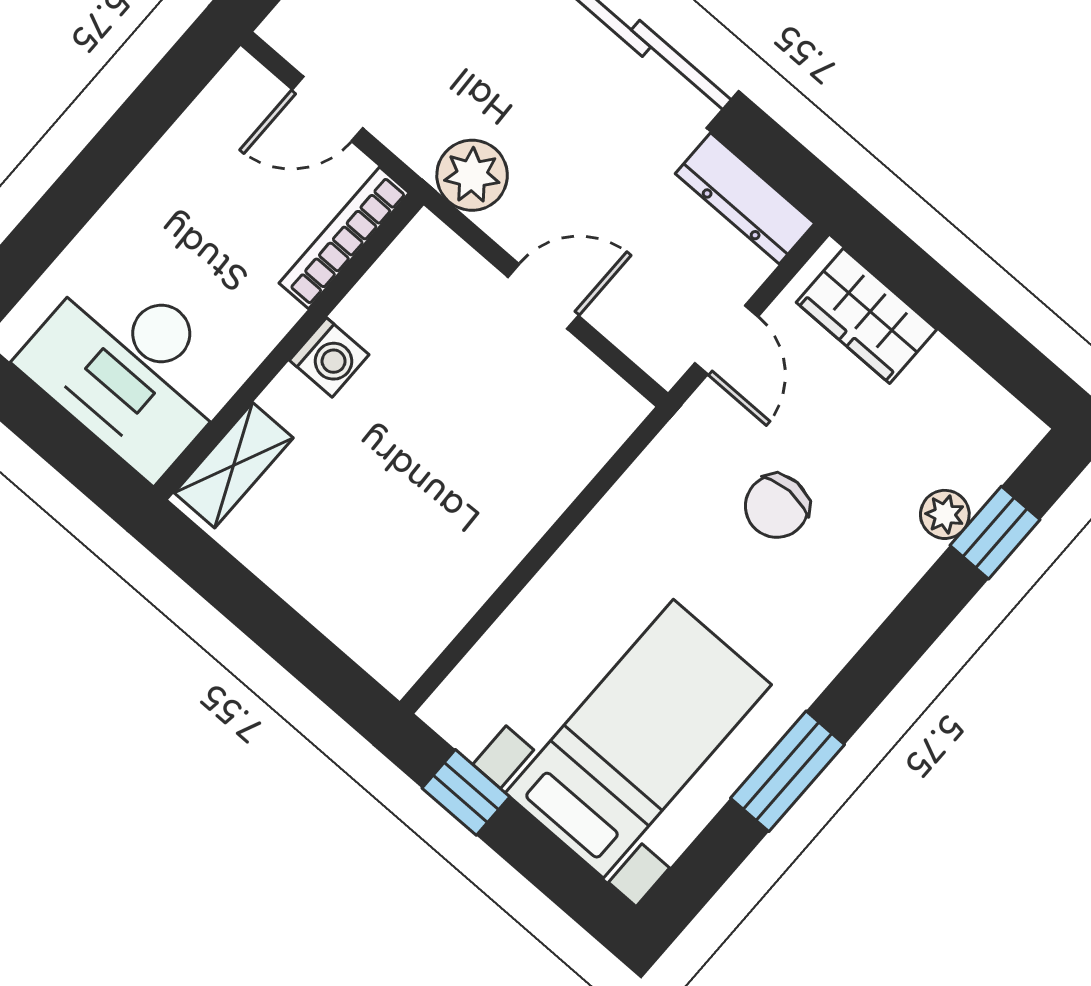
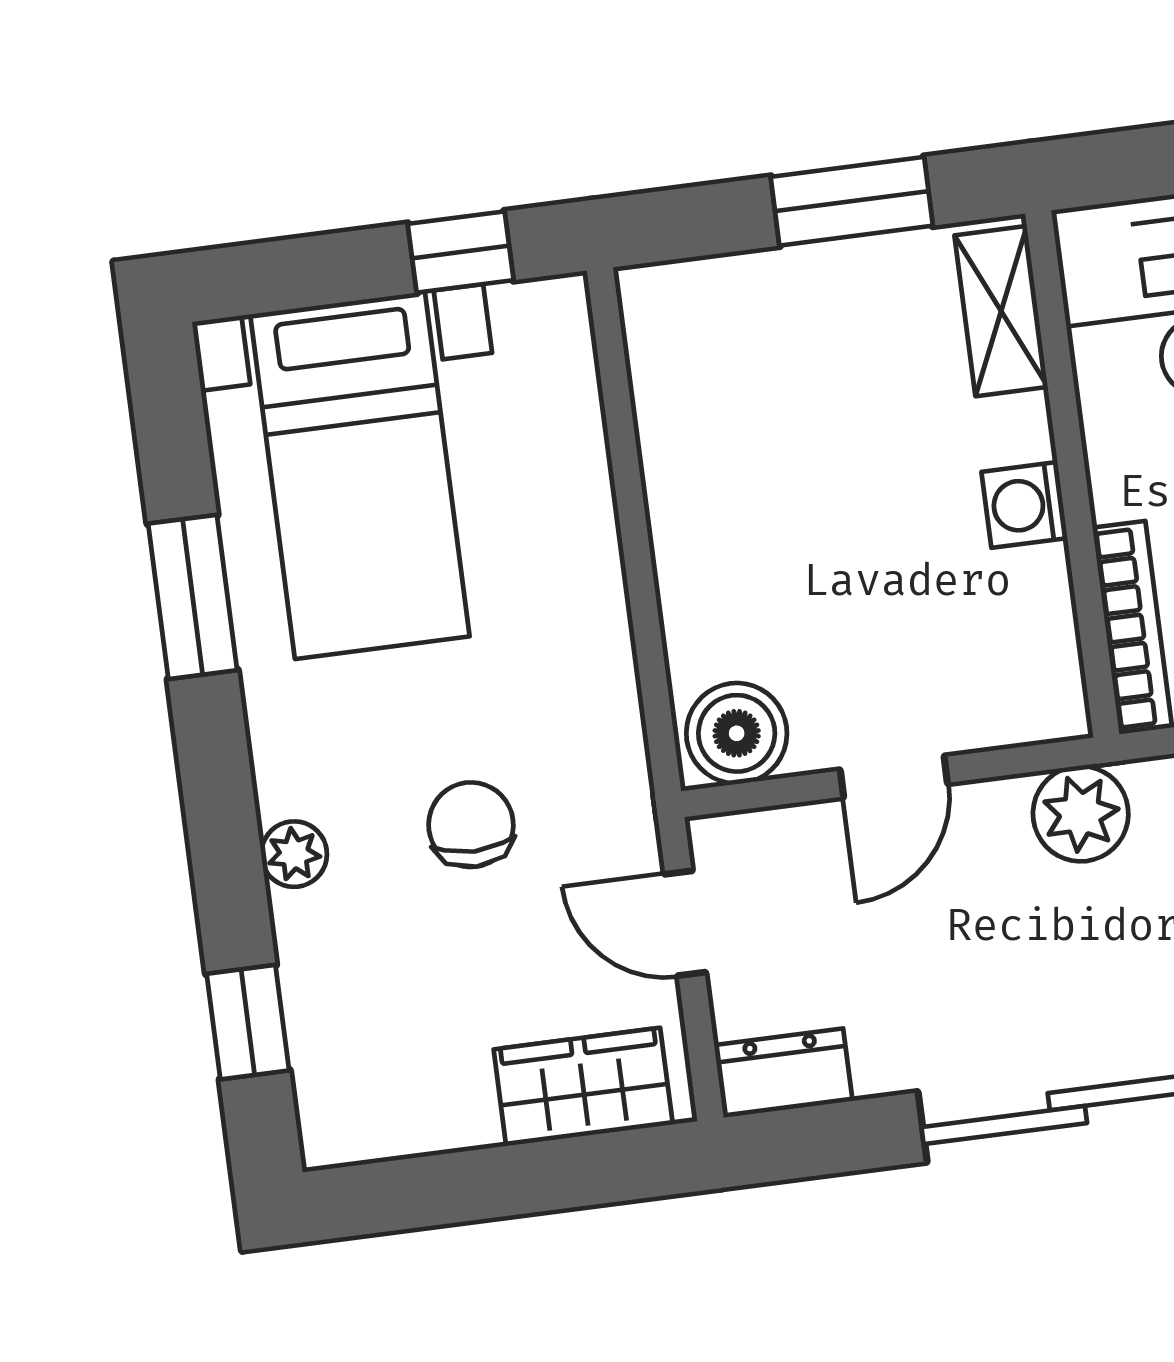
dresser: (745, 198) -> (783, 1073), width x0.70
boiler: (596, 404) -> (737, 733), added
plant: (945, 514) -> (294, 854), moved
window: (246, 602) -> (852, 201), added

